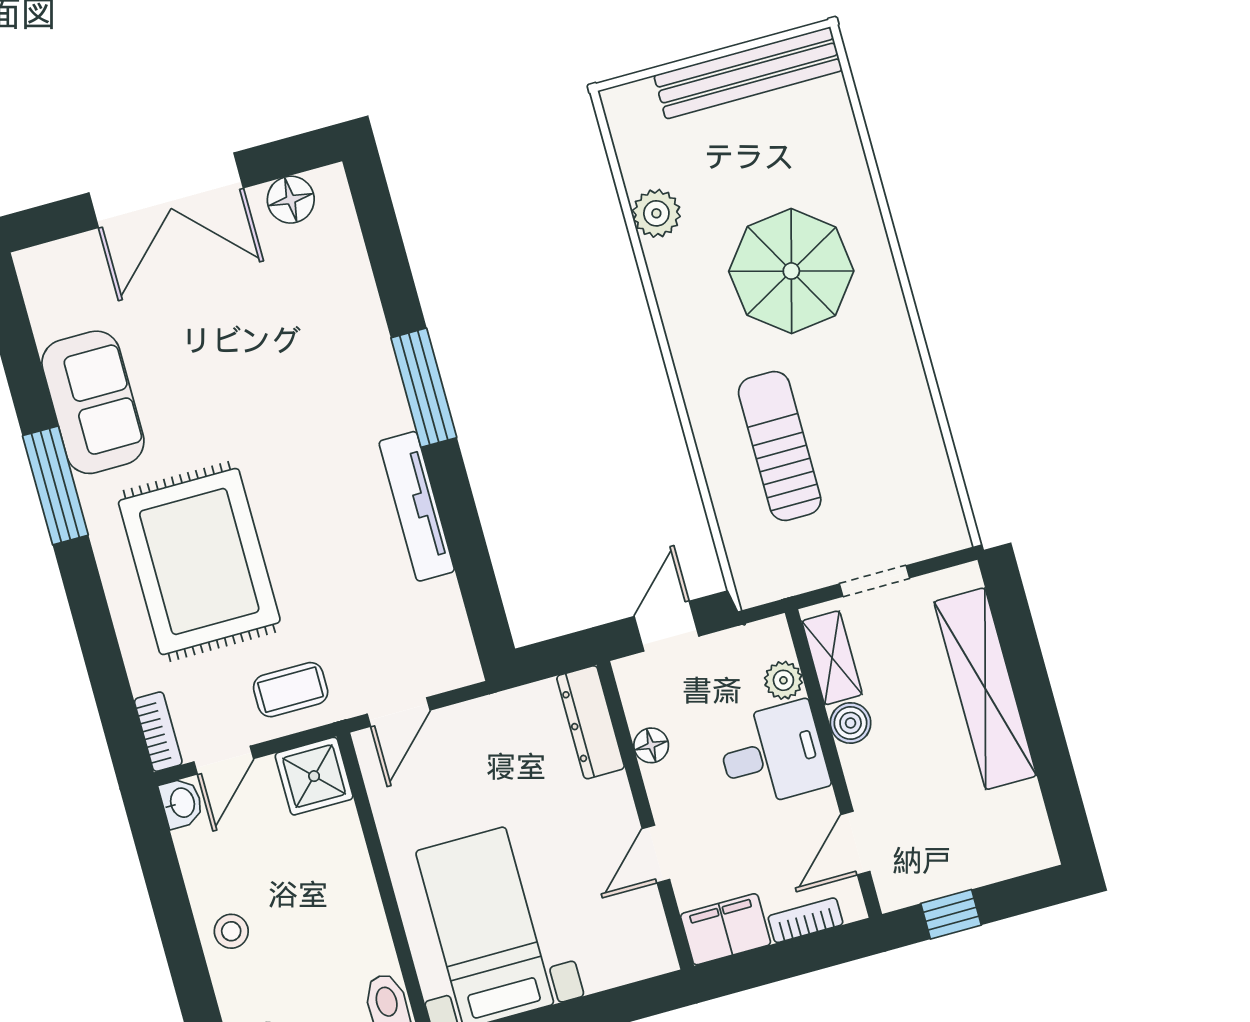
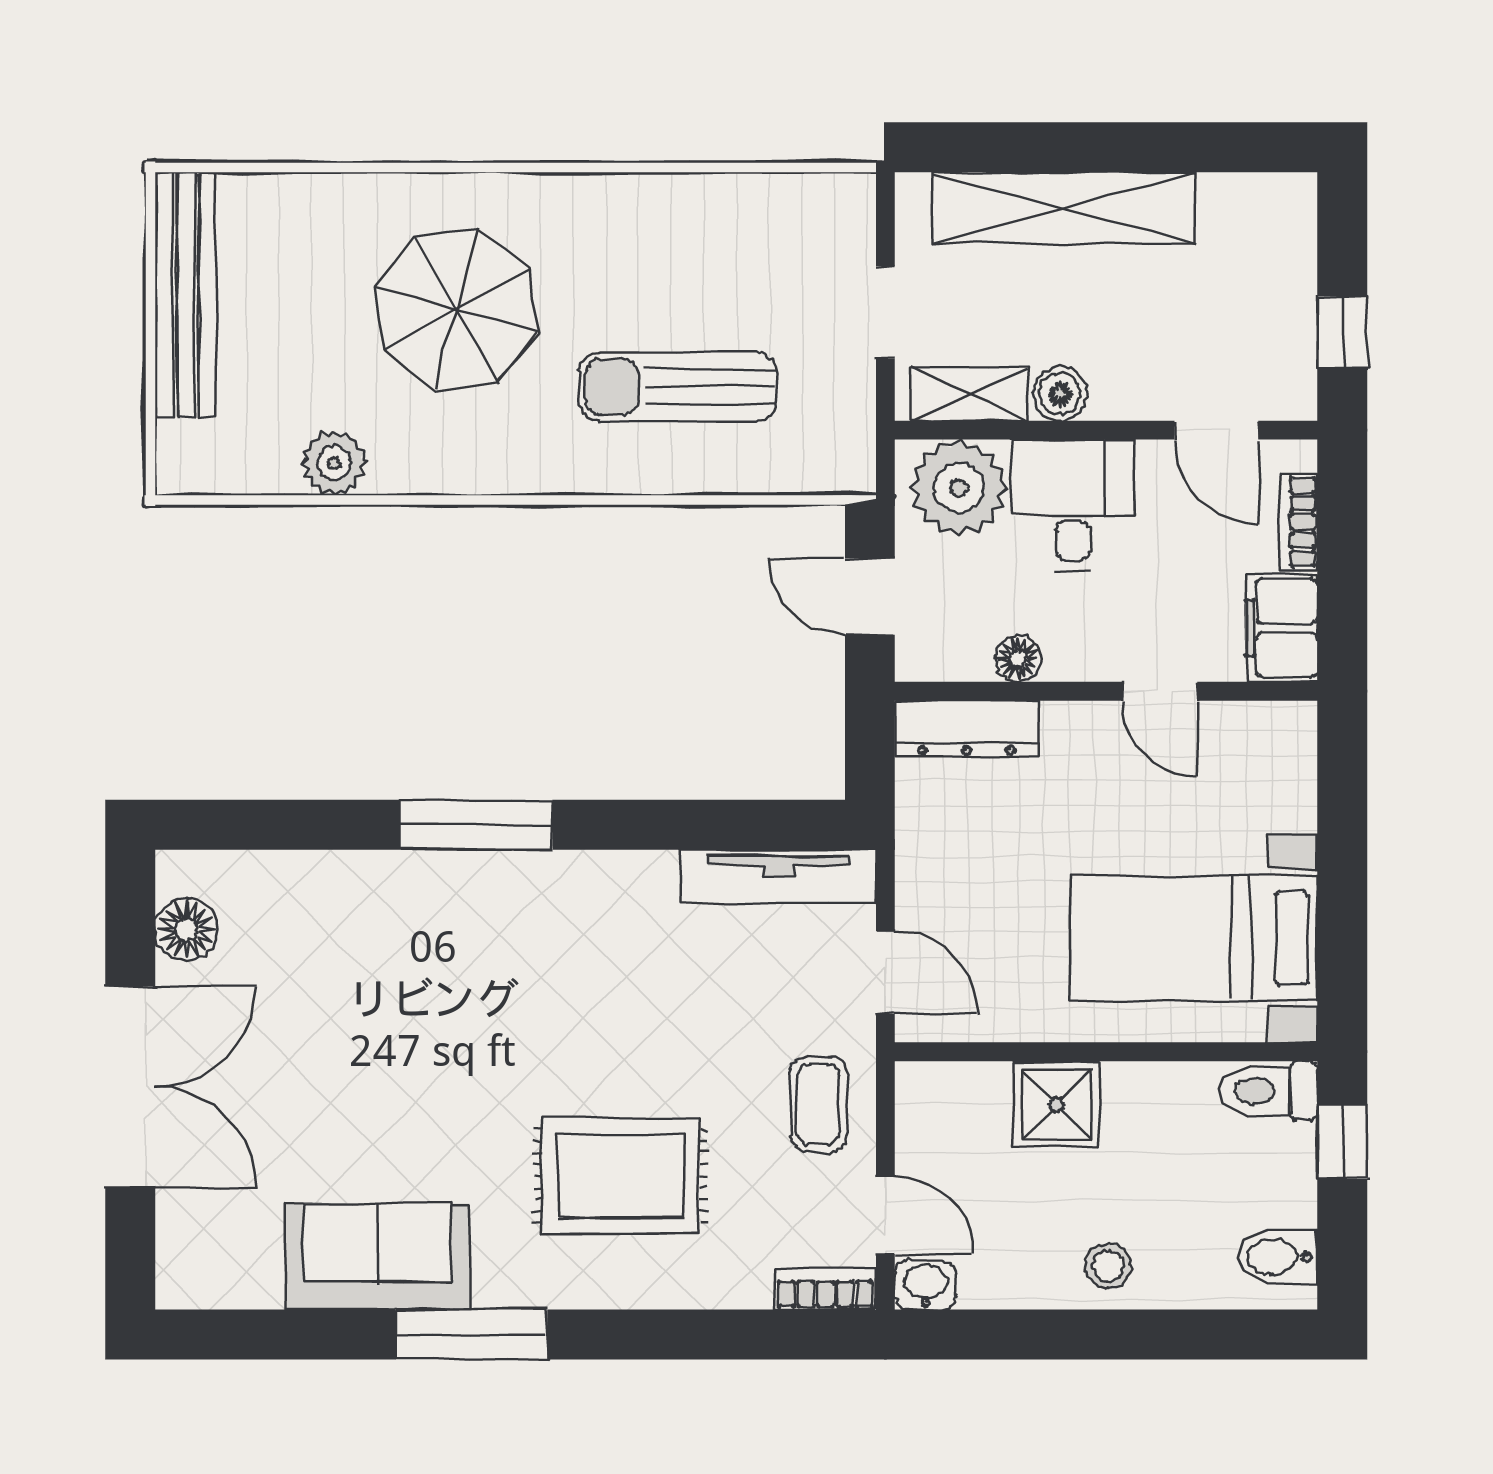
tv unit: (417, 506) -> (778, 876), moved
rug: (199, 561) -> (621, 1176), width x0.73, depth x0.69
plant: (783, 680) -> (959, 488), width x1.88, depth x1.88
shower: (314, 776) -> (1057, 1104), moved

